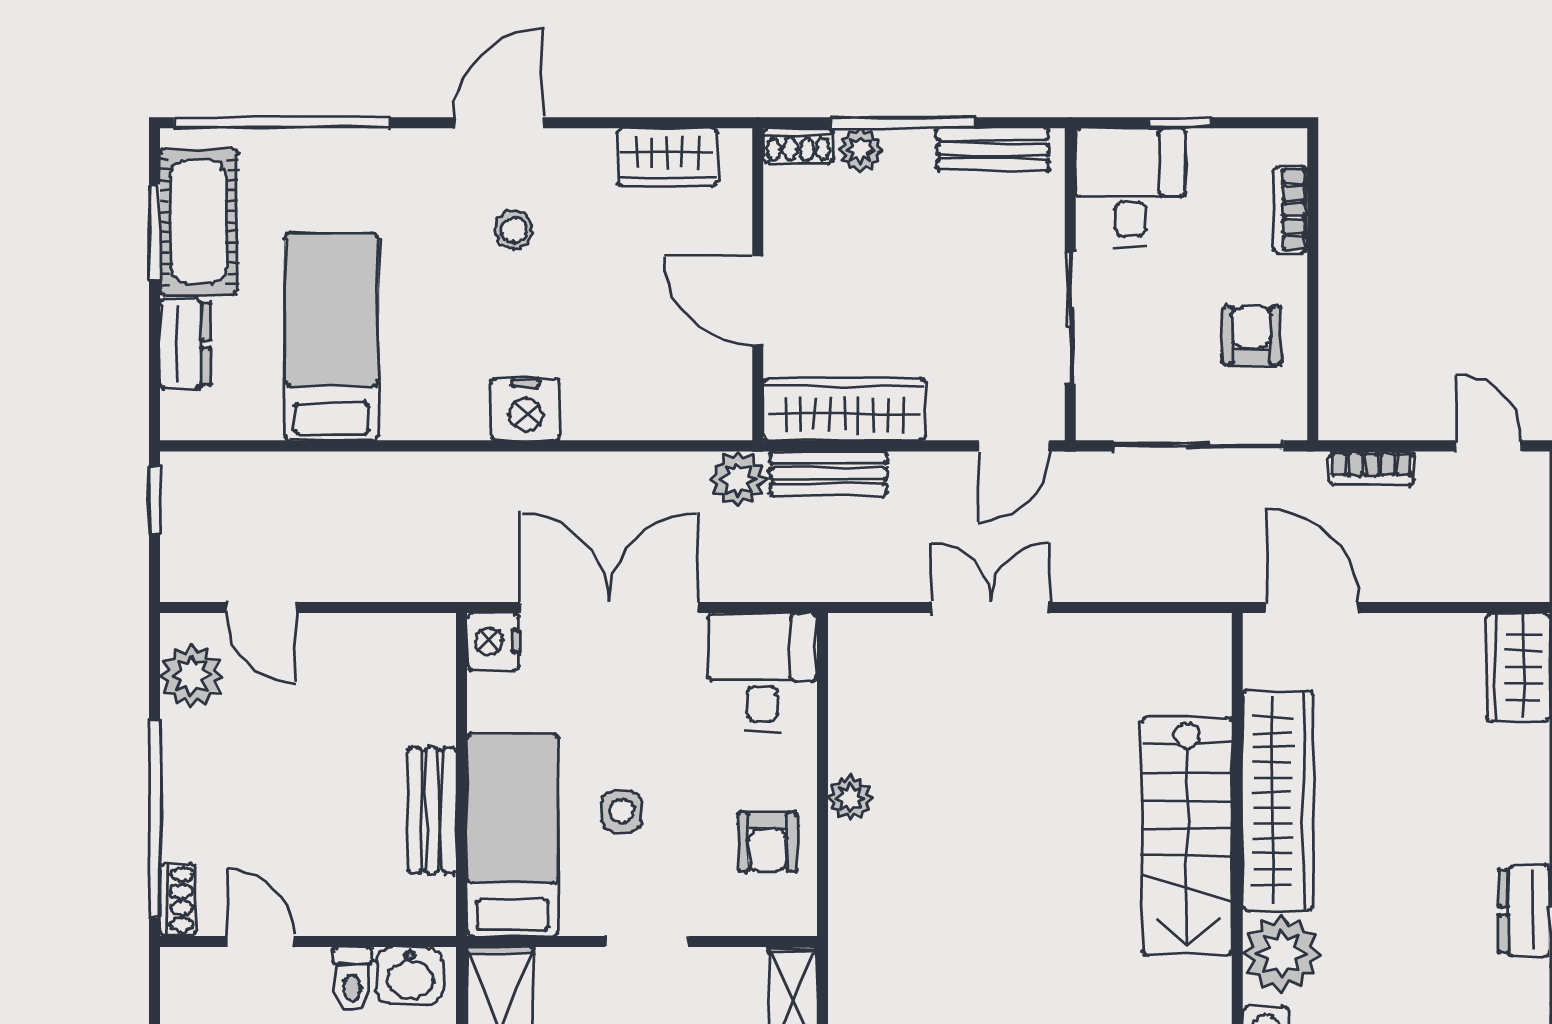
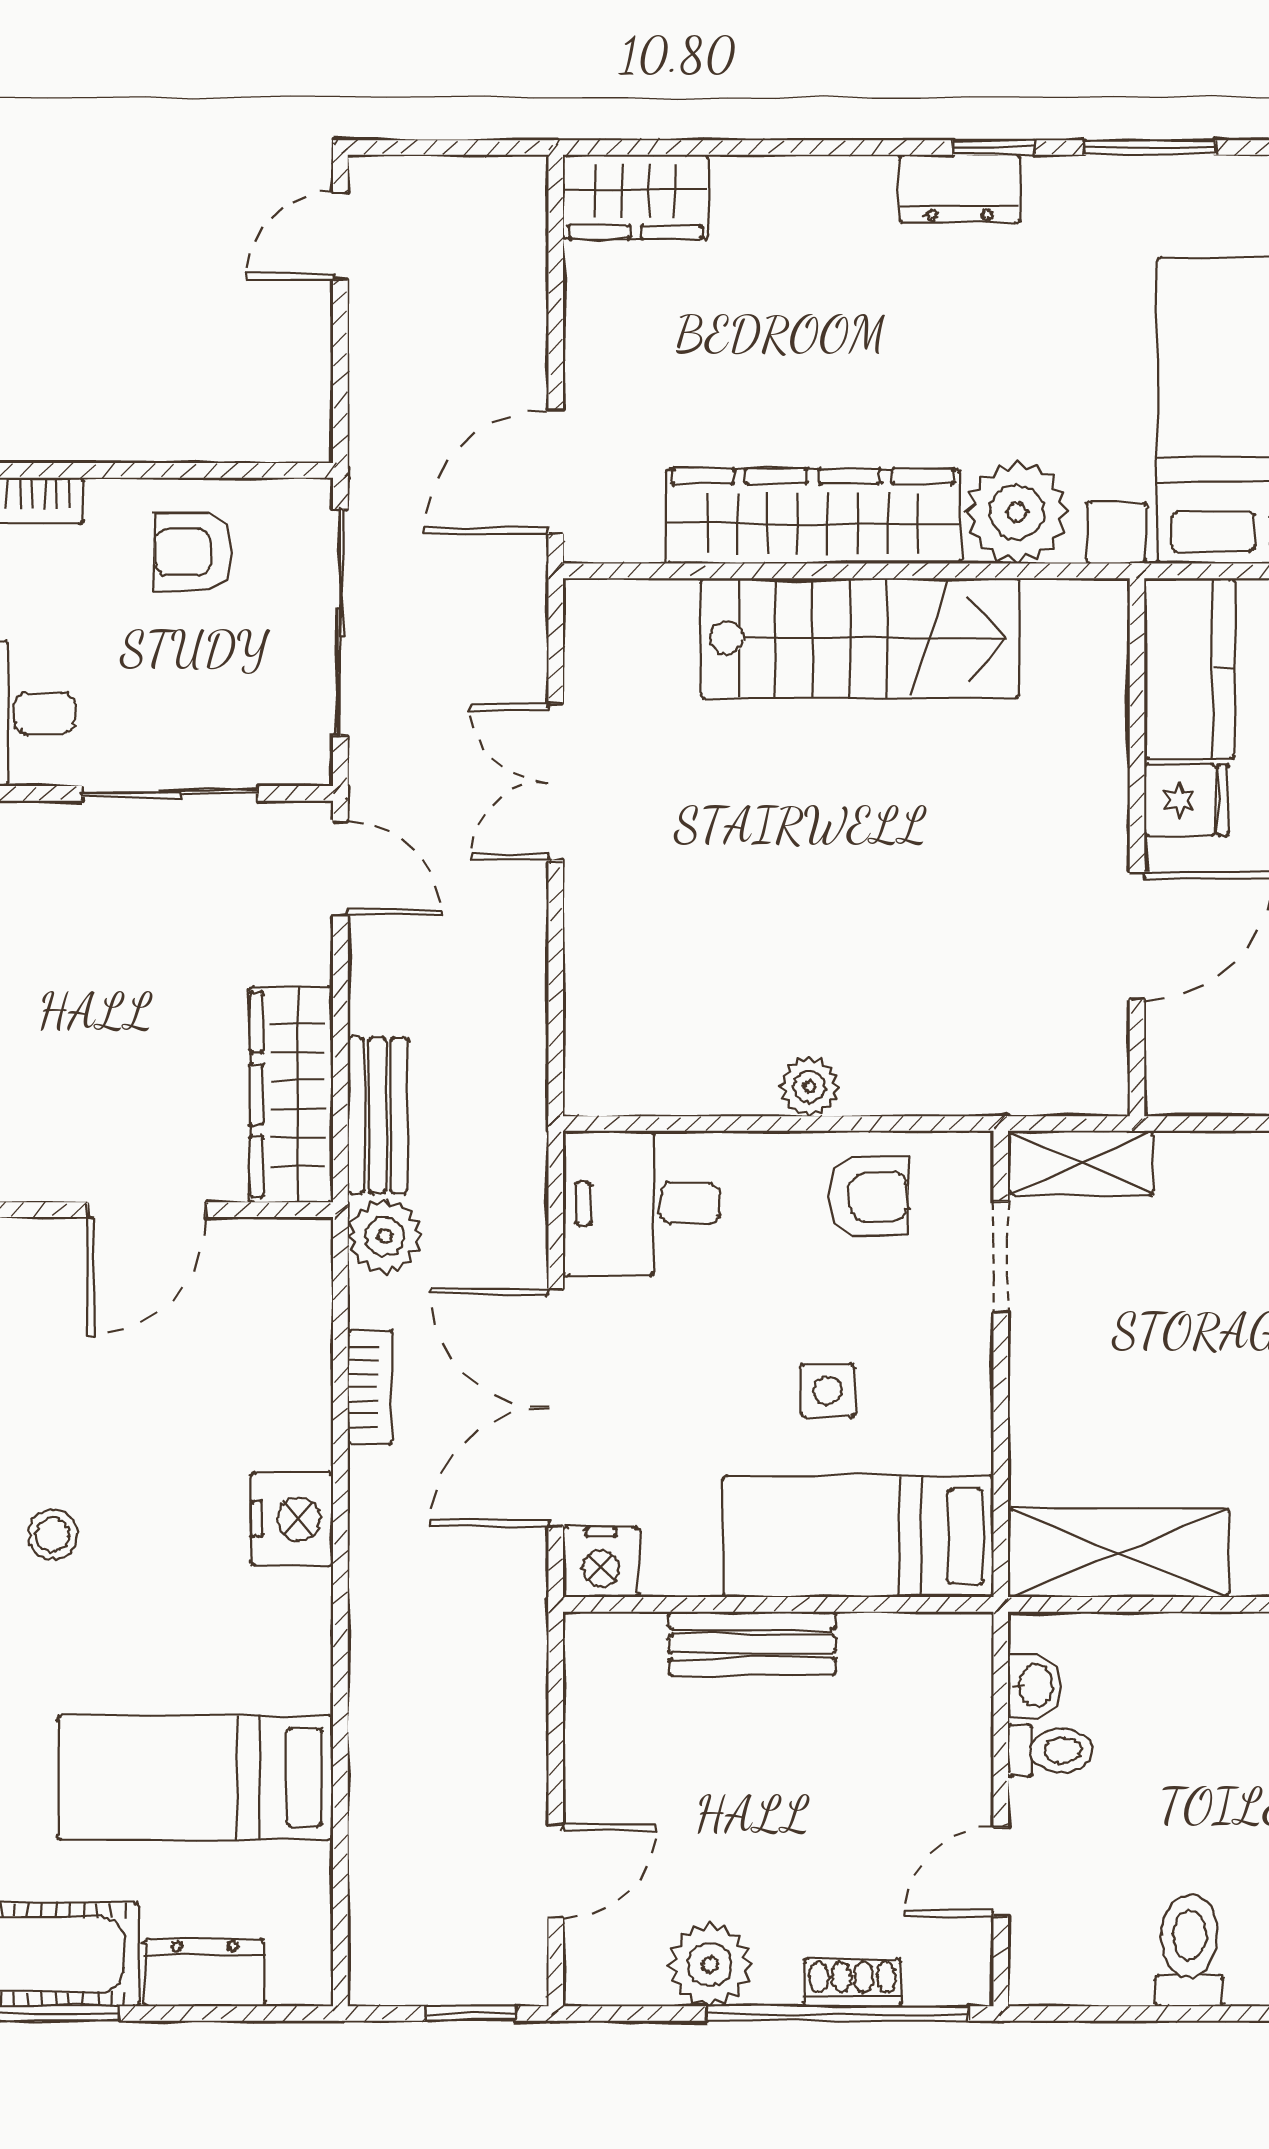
bookcase: (1371, 468) -> (370, 1387), moved
window: (154, 500) -> (471, 2013), moved
double door: (991, 607) -> (556, 782), moved
plant: (191, 676) -> (710, 1965), moved
bench: (432, 810) -> (752, 1644), moved
shoe rack: (177, 900) -> (853, 1983), moved
doorway: (647, 942) -> (1001, 1258), moved
washbasin: (410, 976) -> (1034, 1686), width x0.72, depth x0.69

